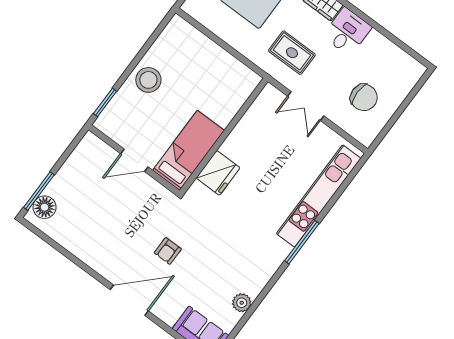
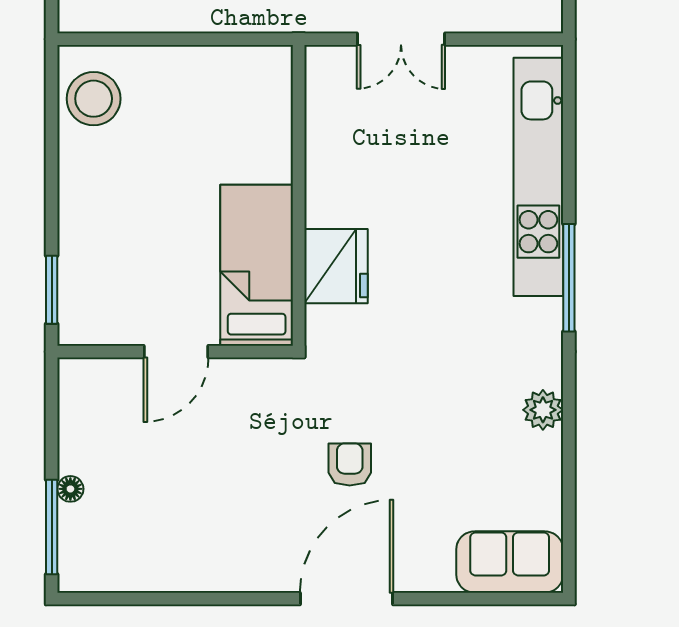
stool: (148, 80) -> (94, 99), moved
floor lamp: (45, 207) -> (70, 489), moved, width x0.53, depth x0.53
armchair: (168, 251) -> (350, 464), turned 180
plant: (242, 303) -> (543, 410), moved

